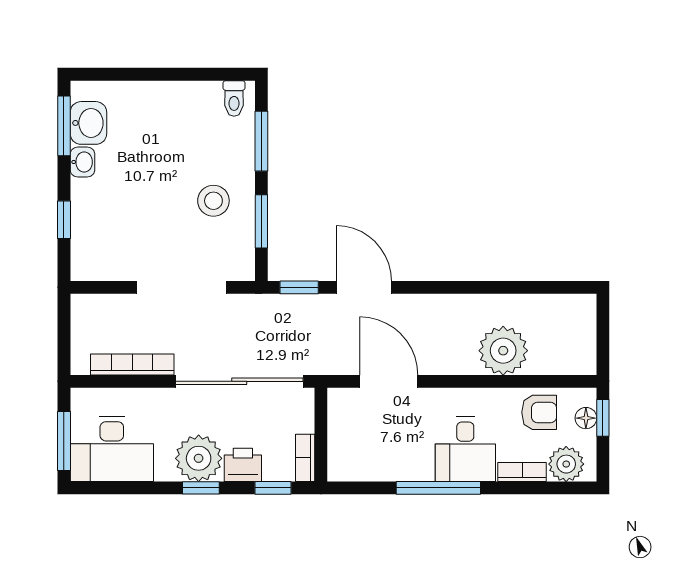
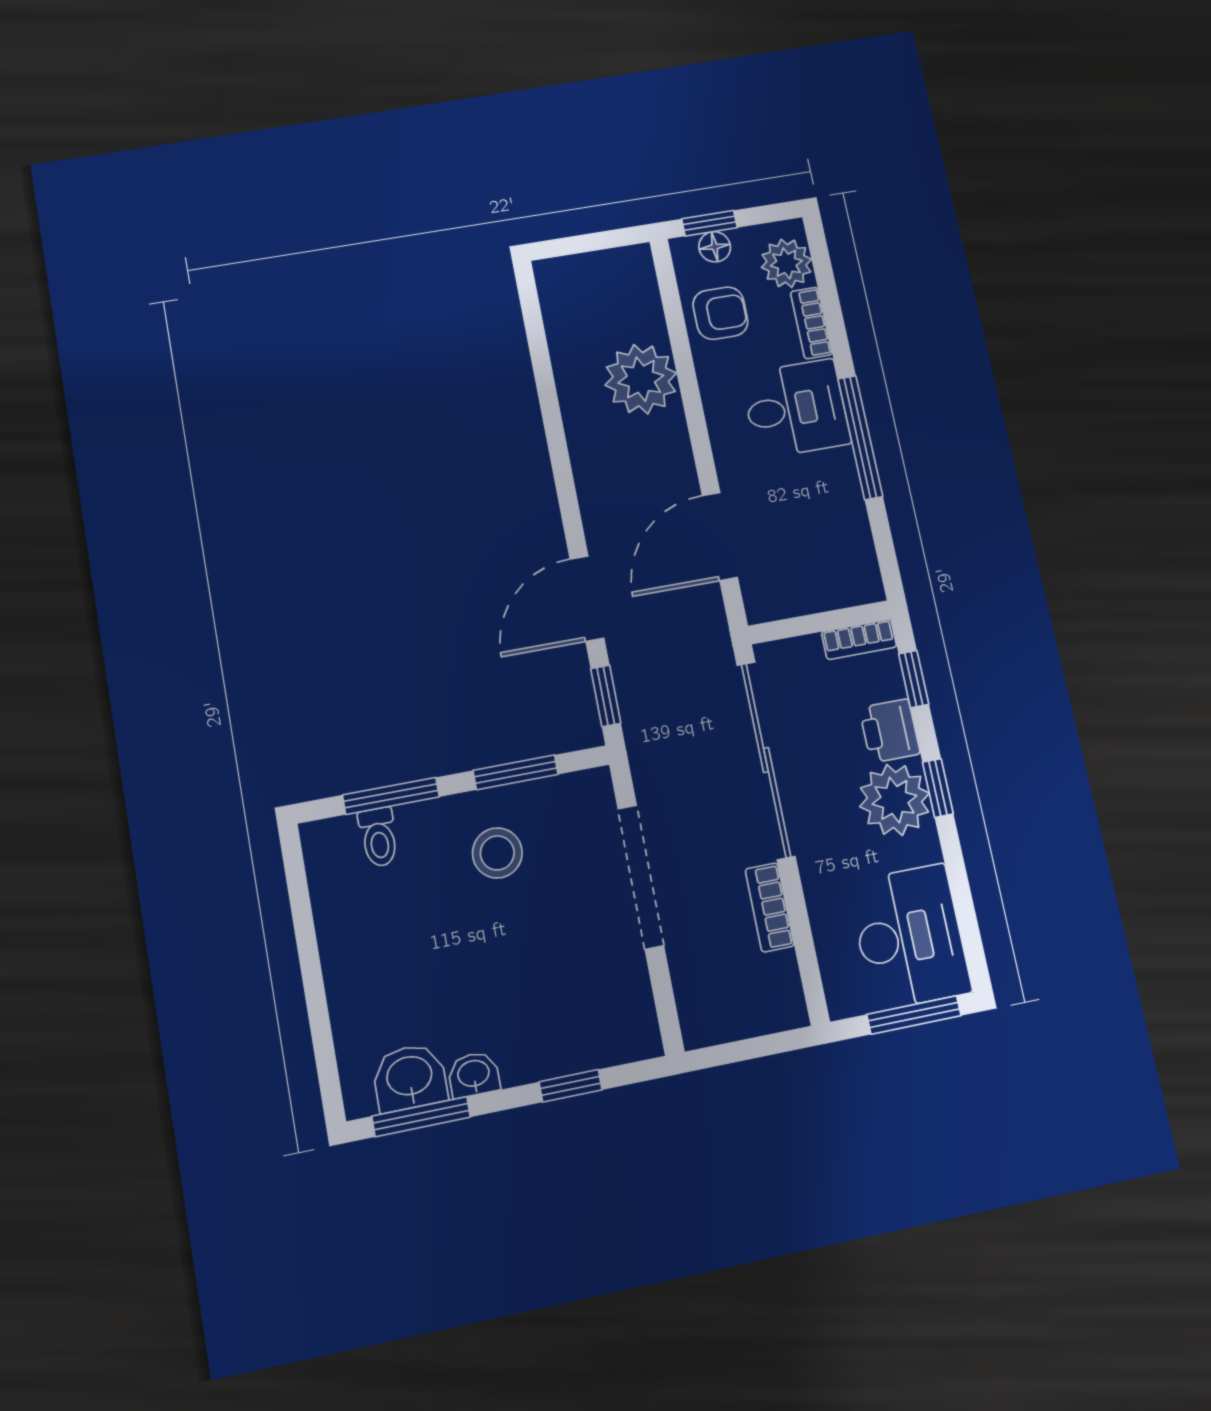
toilet: (234, 98) -> (379, 837), moved, turned 90
bookcase: (132, 364) -> (770, 907), width x0.64
armchair: (539, 412) -> (720, 313), turned 90

